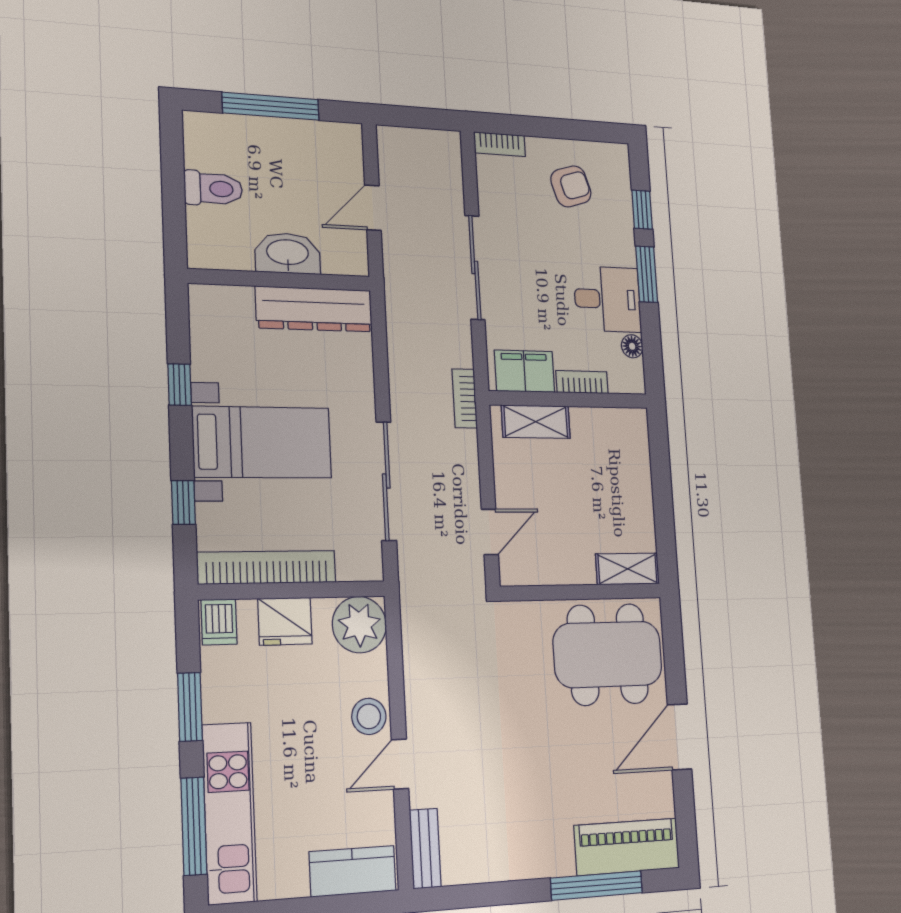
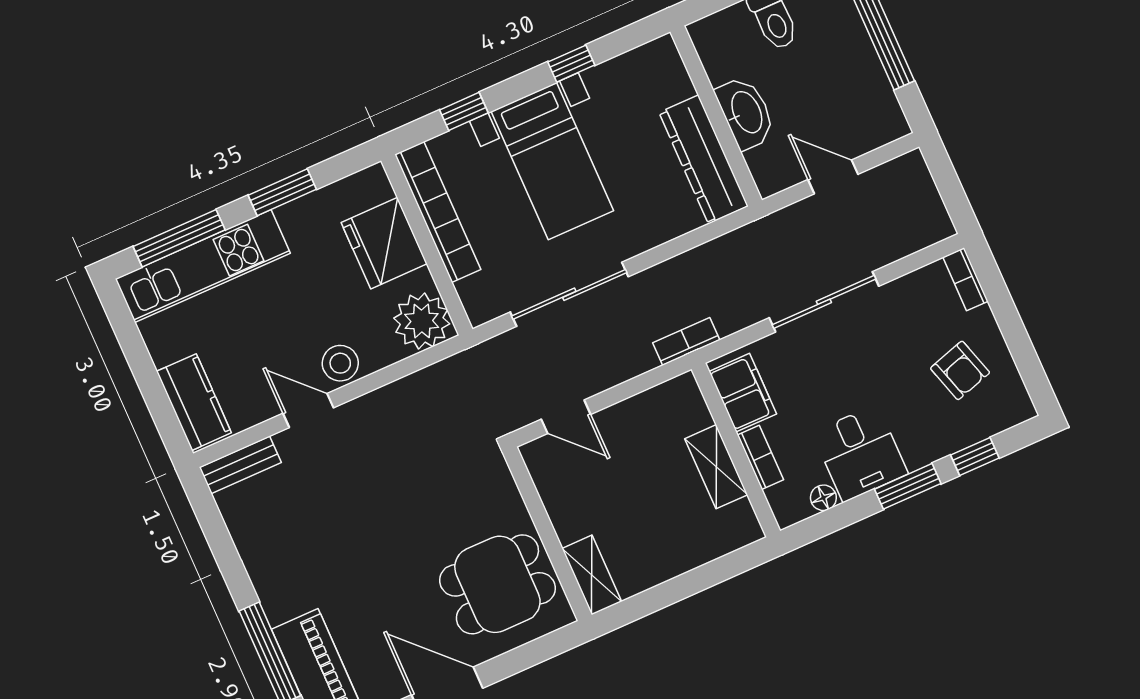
shelving: (536, 422) -> (716, 467), moved
fridge: (285, 621) -> (384, 243), width x1.36, depth x1.34
dishwasher: (219, 622) -> (369, 188), removed
dining table: (608, 654) -> (497, 584), width x0.73

